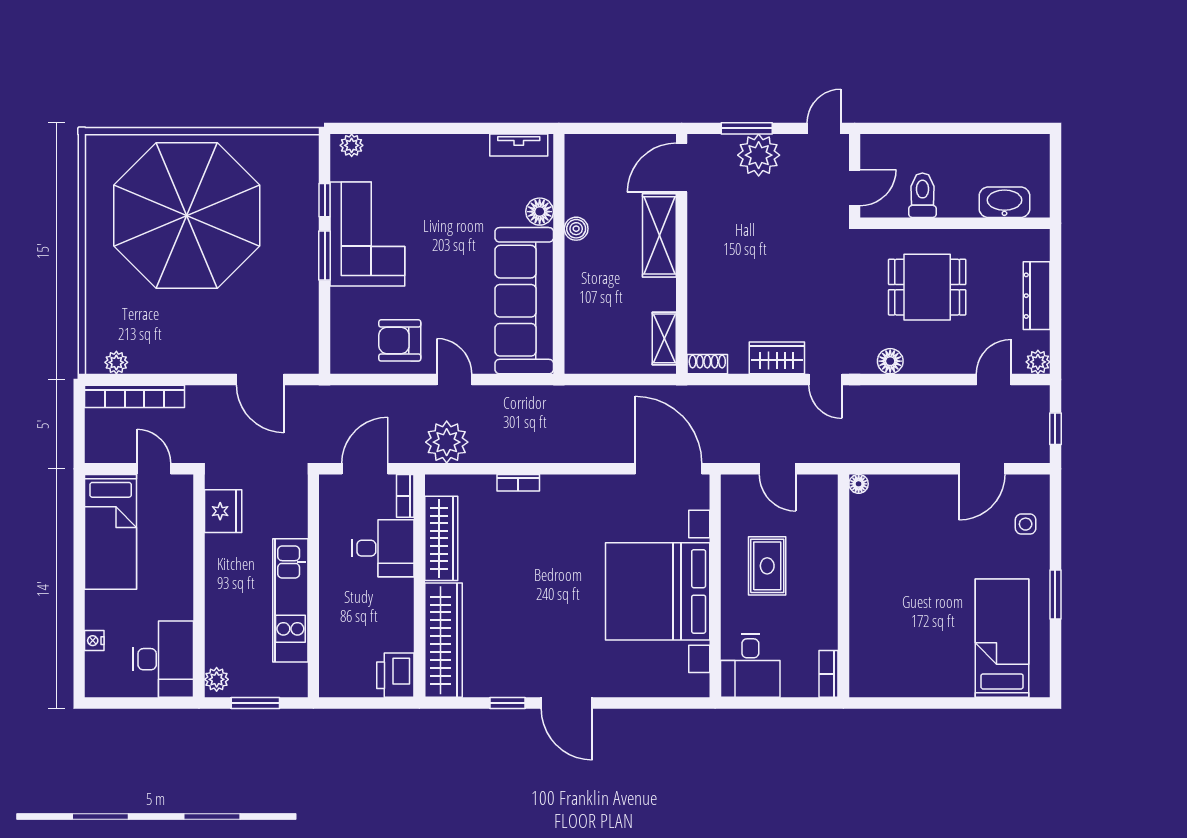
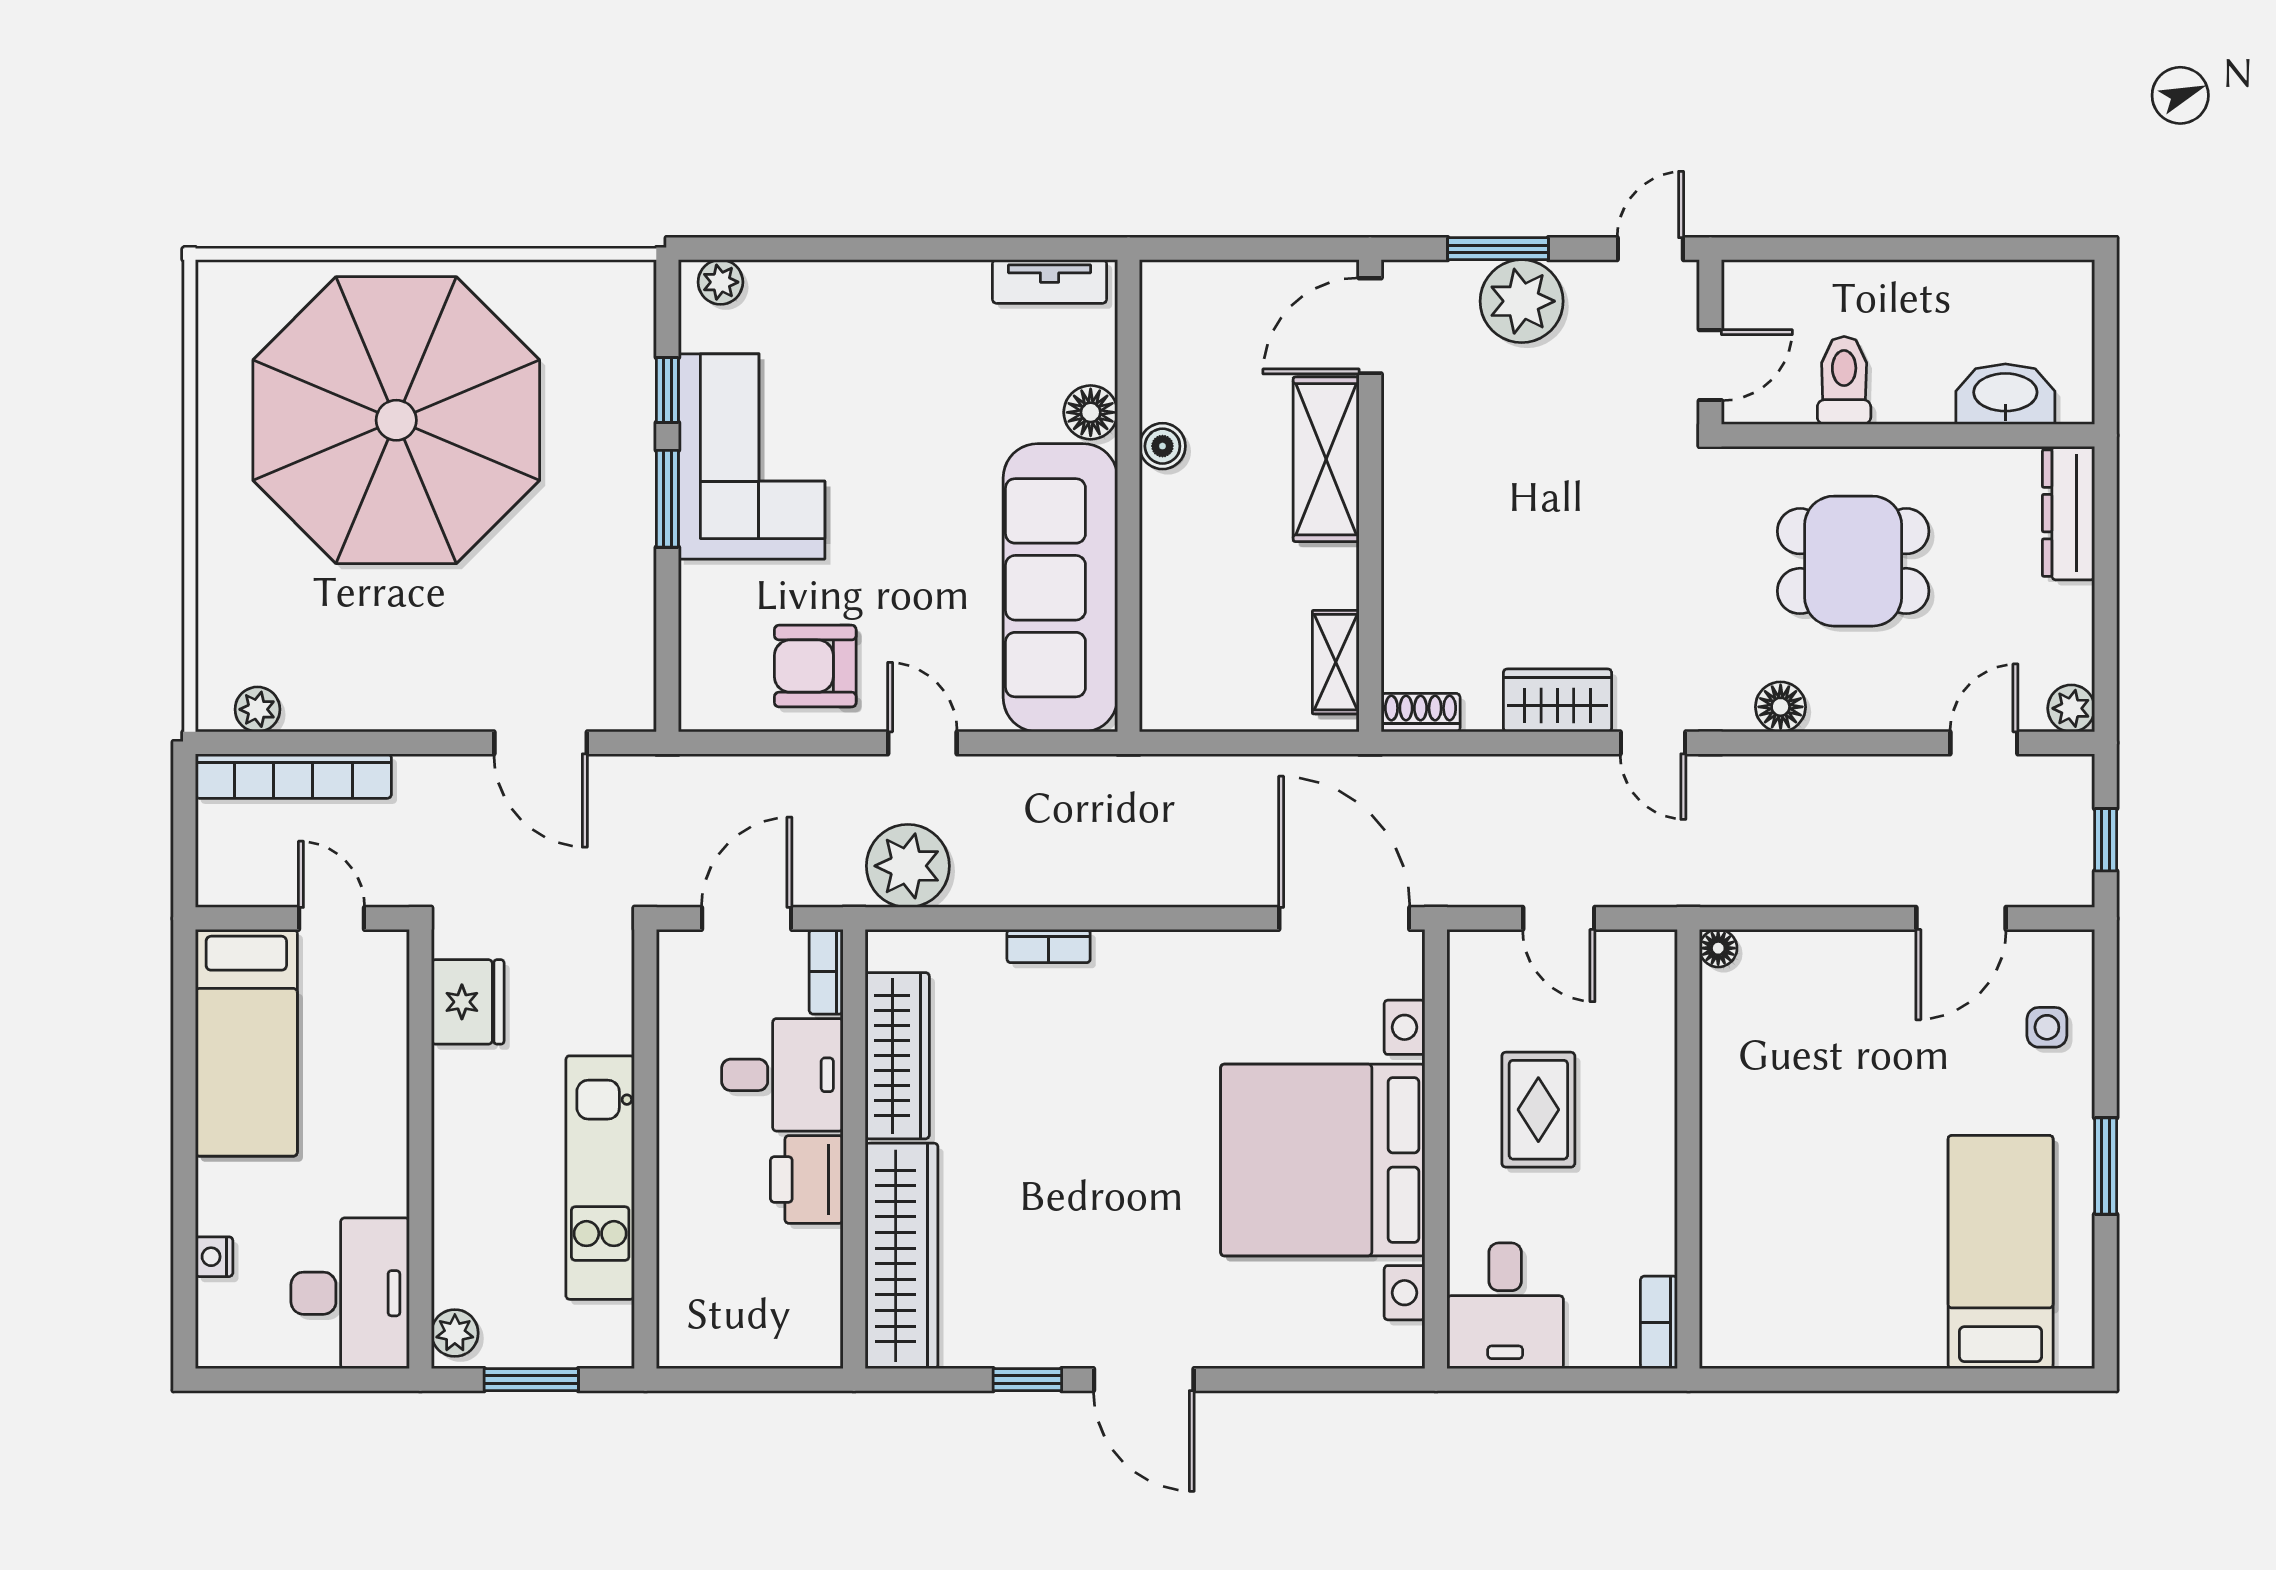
dresser: (1037, 296) -> (2069, 513), moved
printer: (395, 675) -> (807, 1179), moved

